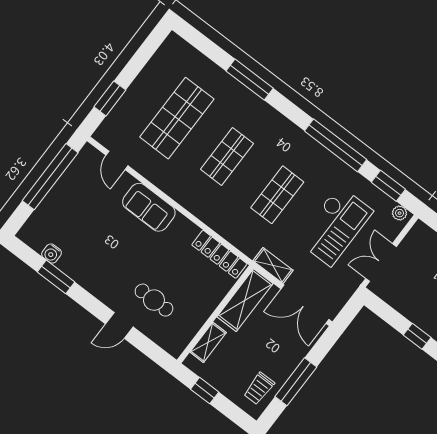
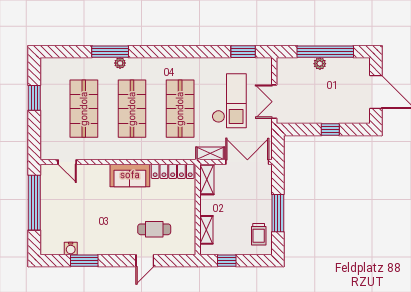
window: (110, 98) -> (34, 98), moved
window: (336, 145) -> (193, 52), removed
shop shelf: (227, 156) -> (132, 109), width x1.43, depth x1.36
shop shelf: (277, 195) -> (180, 109), width x1.43, depth x1.36
sofa: (149, 207) -> (130, 175), moved
plant: (400, 213) -> (120, 63), moved
shelving: (245, 300) -> (207, 179), width x0.67, depth x0.75
double door: (305, 304) -> (247, 162), swing flipped

